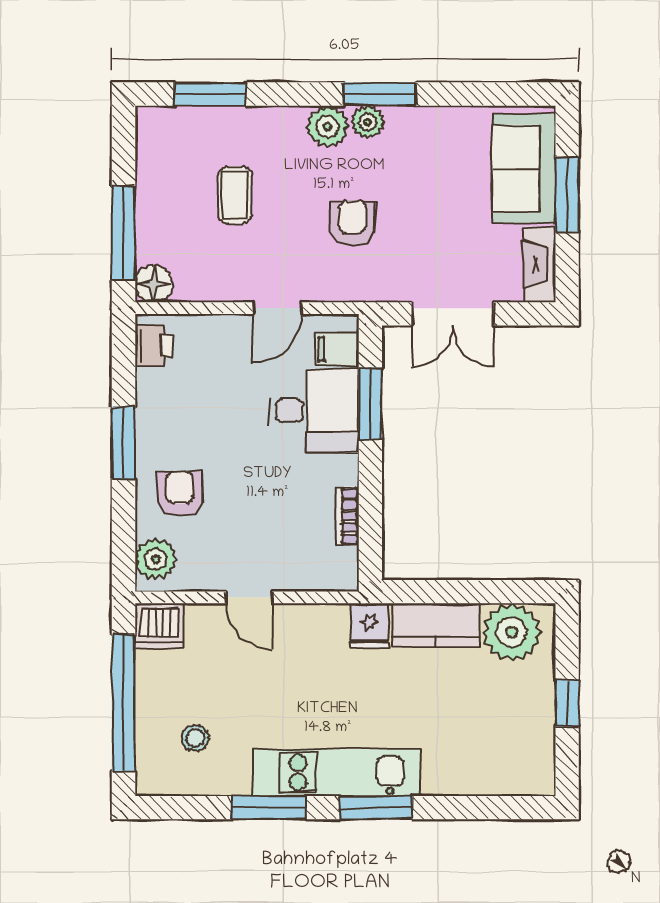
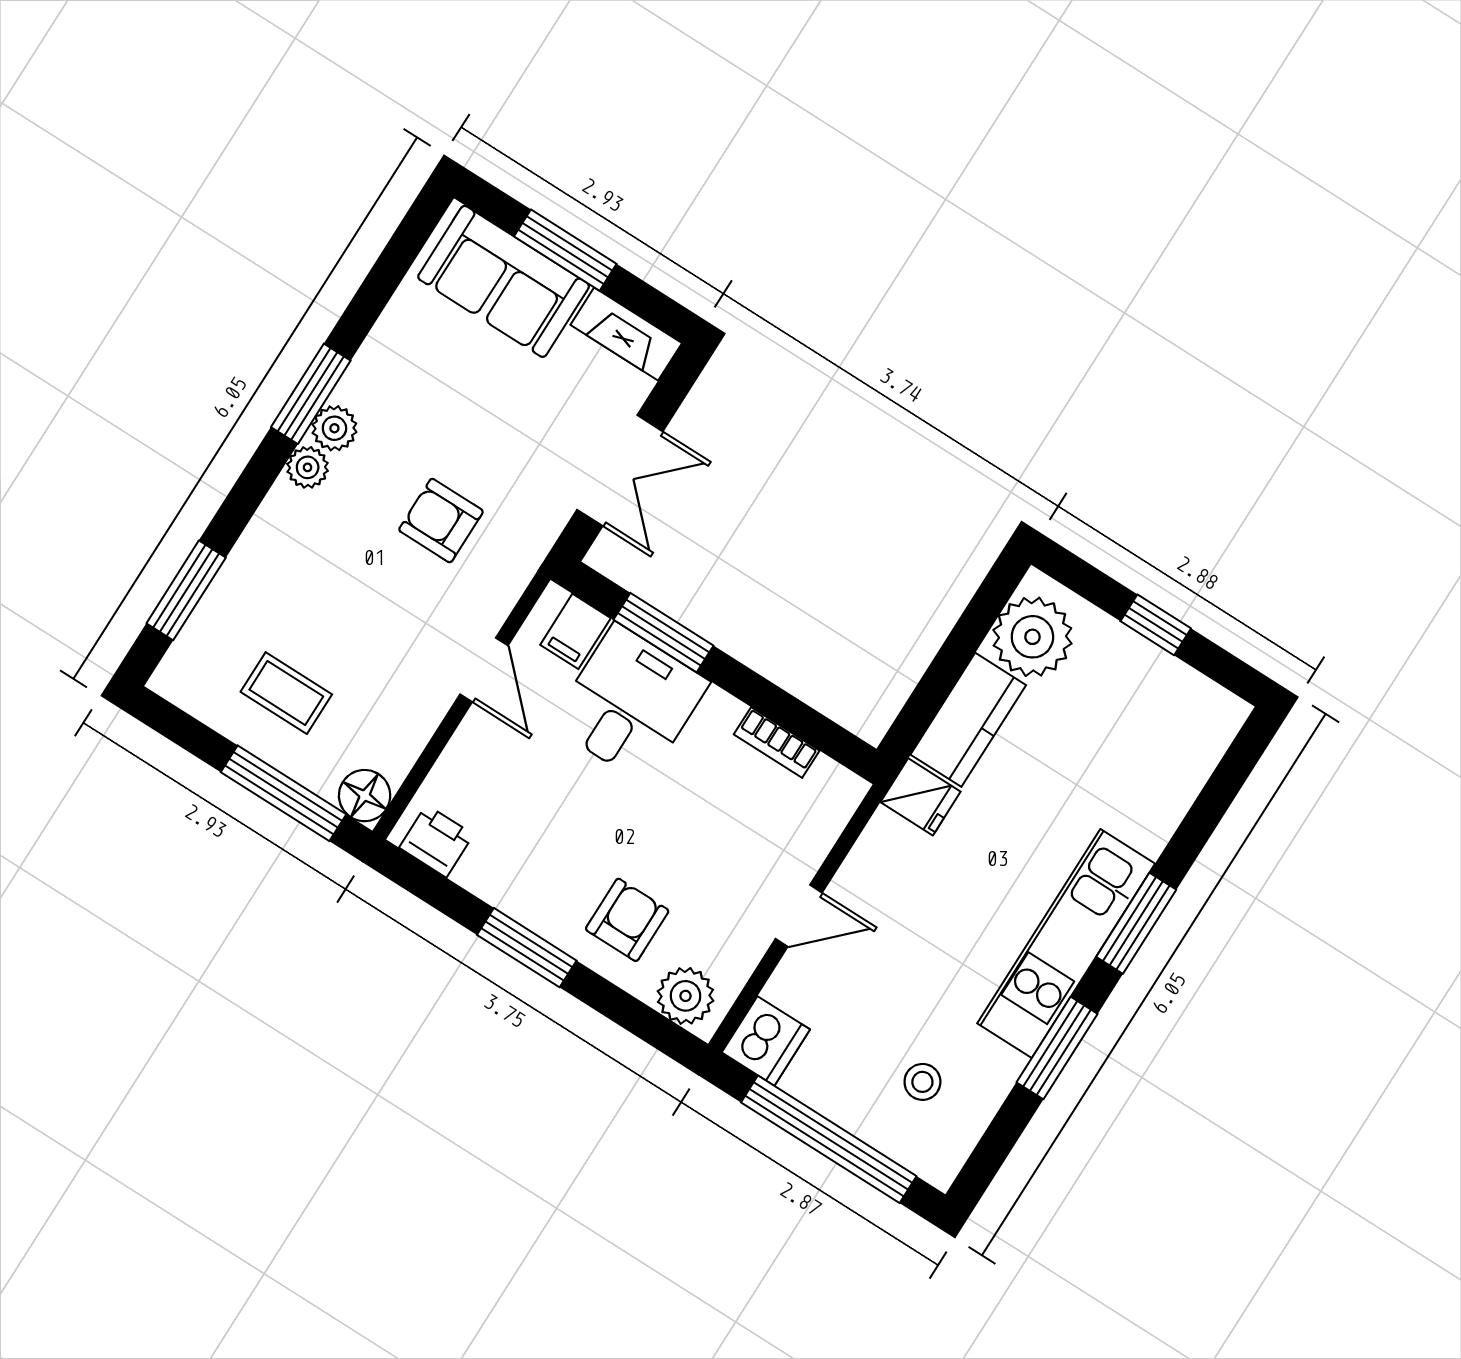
plant: (327, 126) -> (308, 467), width x0.73, depth x0.73
coffee table: (235, 195) -> (286, 693), moved
armchair: (180, 494) -> (627, 920), turned 90

